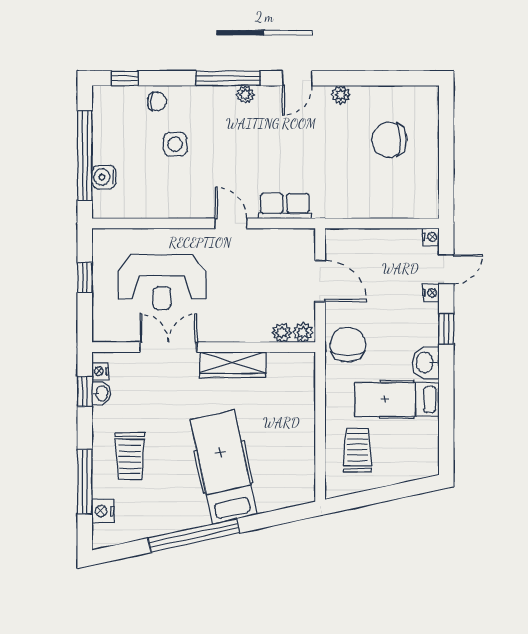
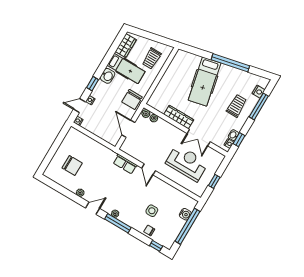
wardrobe: (425, 445) -> (126, 46), added

